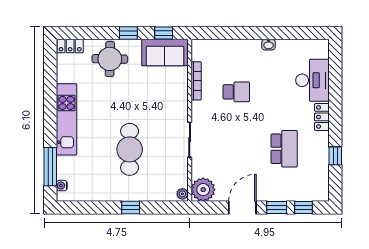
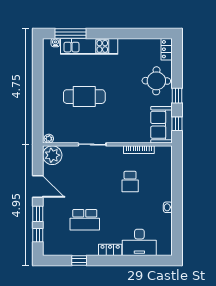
kitchen unit: (67, 119) -> (89, 46), moved
window: (131, 208) -> (38, 97), removed

